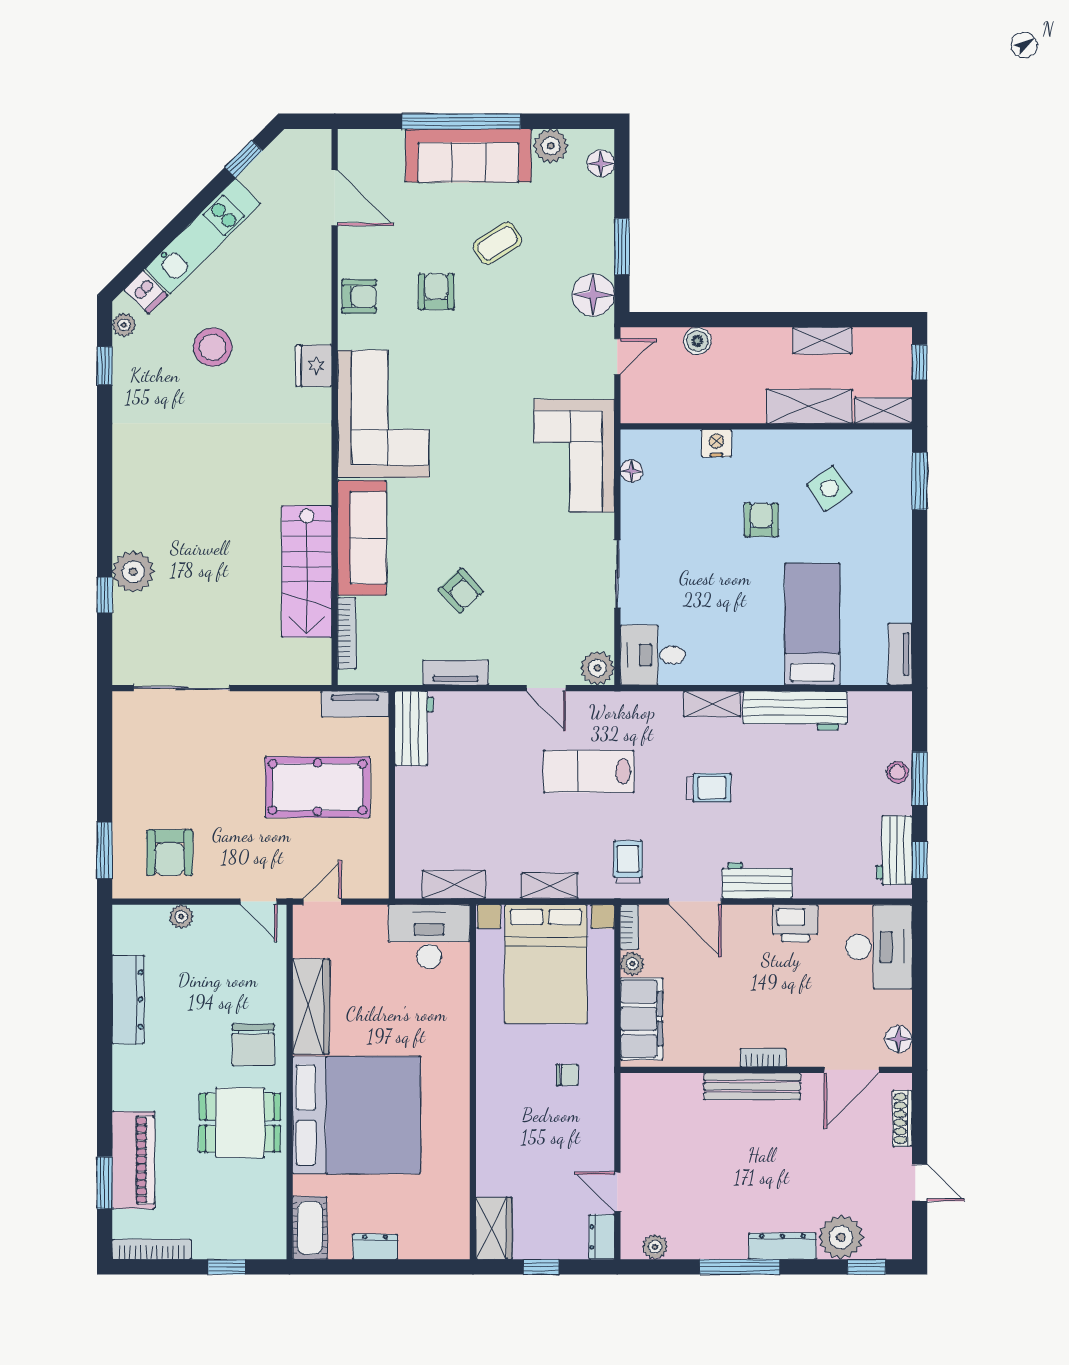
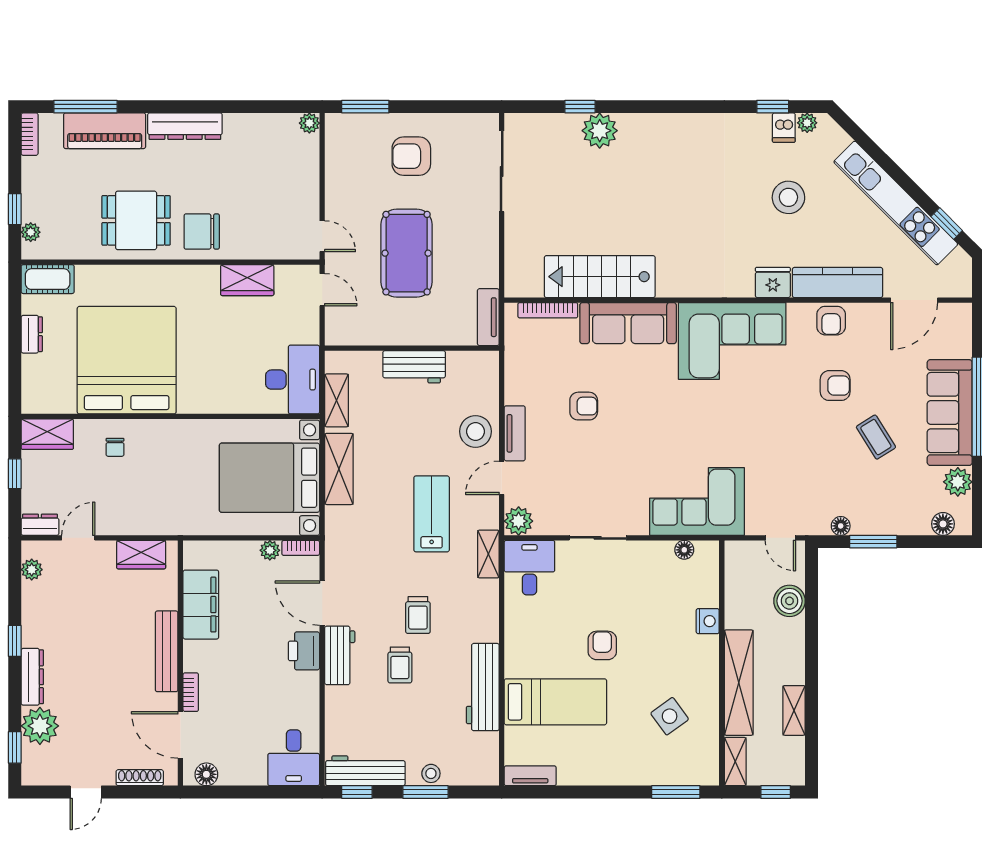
kitchen unit: (203, 236) -> (896, 203), width x1.36
kitchen counter: (314, 289) -> (838, 282), added
dishwasher: (146, 292) -> (784, 128), moved, turned -45
floor lamp: (593, 295) -> (841, 526), width x0.53, depth x0.53
boiler: (697, 341) -> (789, 601), width x1.36, depth x1.36
shelving: (809, 406) -> (739, 683), width x1.47
armchair: (761, 520) -> (602, 645), moved, turned -90
armchair: (461, 591) -> (584, 406), turned -137
tv unit: (456, 673) -> (515, 433), moved
shelving: (712, 704) -> (488, 554), moved
stool: (491, 719) -> (476, 431), added
workbench: (414, 728) -> (414, 367), moved
pool table: (318, 787) -> (407, 253), moved
workbench: (894, 850) -> (365, 771), width x1.38
armchair: (170, 853) -> (411, 156), moved
trolley: (628, 862) -> (400, 665), moved, turned 90
shelving: (549, 886) -> (339, 469), width x1.50, depth x1.33
door: (259, 902) -> (322, 236), swing flipped
door: (695, 902) -> (322, 603), hinge flipped
plant: (181, 917) -> (309, 123), moved
printer: (795, 923) -> (304, 651), moved
desk: (879, 947) -> (294, 758), width x0.73
dresser: (128, 999) -> (185, 126), moved
wardrobe: (311, 1006) -> (247, 280), width x0.67
filing cabinet: (642, 1019) -> (201, 605), moved, turned -90
bookcase: (763, 1058) -> (191, 692), moved
chair: (567, 1075) -> (115, 447), moved
bed: (356, 1115) -> (127, 360), moved, turned 180
wardrobe: (637, 1117) -> (141, 555), added
dining table: (240, 1123) -> (136, 220), turned 90
window: (105, 1183) -> (85, 107), width x1.44
plant: (254, 1248) -> (31, 232), added
bookcase: (152, 1249) -> (30, 134), width x0.64
window: (740, 1267) -> (15, 641), width x0.46

